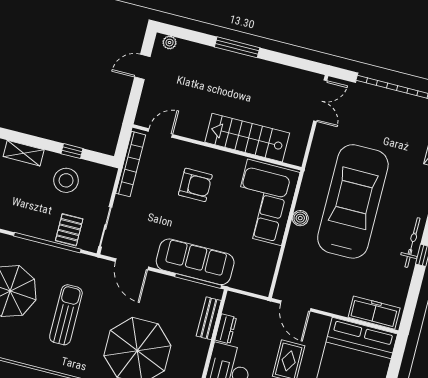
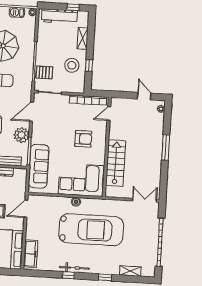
double door: (320, 101) -> (144, 200), swing flipped
door: (160, 133) -> (109, 113), swing flipped
armchair: (195, 185) -> (83, 139), turned -90
sofa: (195, 262) -> (39, 166), moved
plant: (169, 289) -> (21, 135), added

